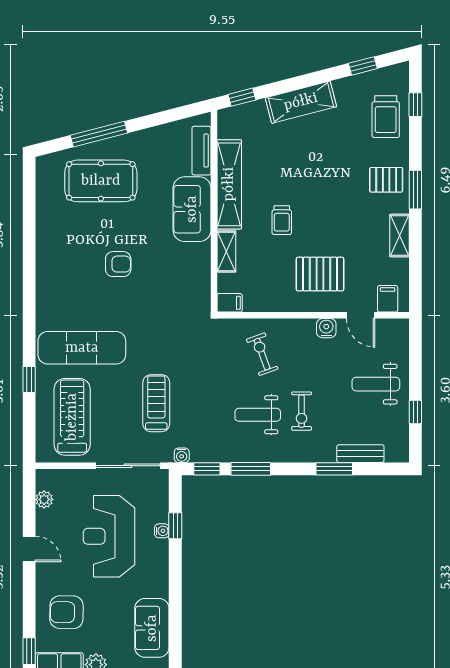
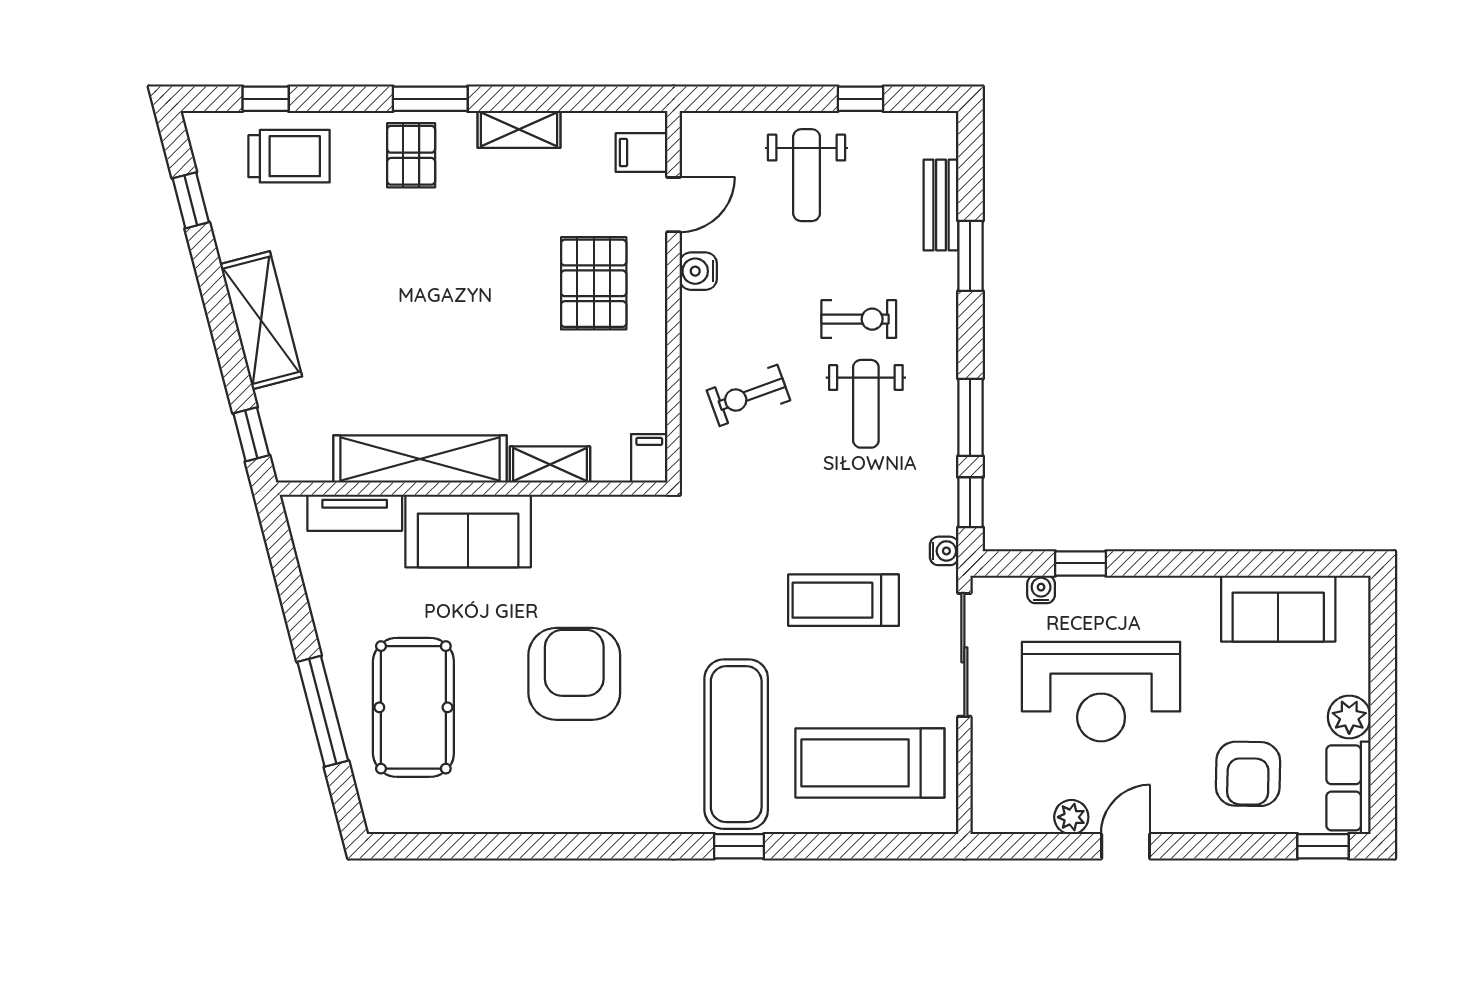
trolley: (282, 220) -> (489, 357), removed
armchair: (118, 264) -> (574, 674), width x1.88, depth x1.88
window: (29, 379) -> (739, 846), moved
plant: (44, 499) -> (1071, 817), moved
water cooler: (162, 531) -> (1041, 589), moved

